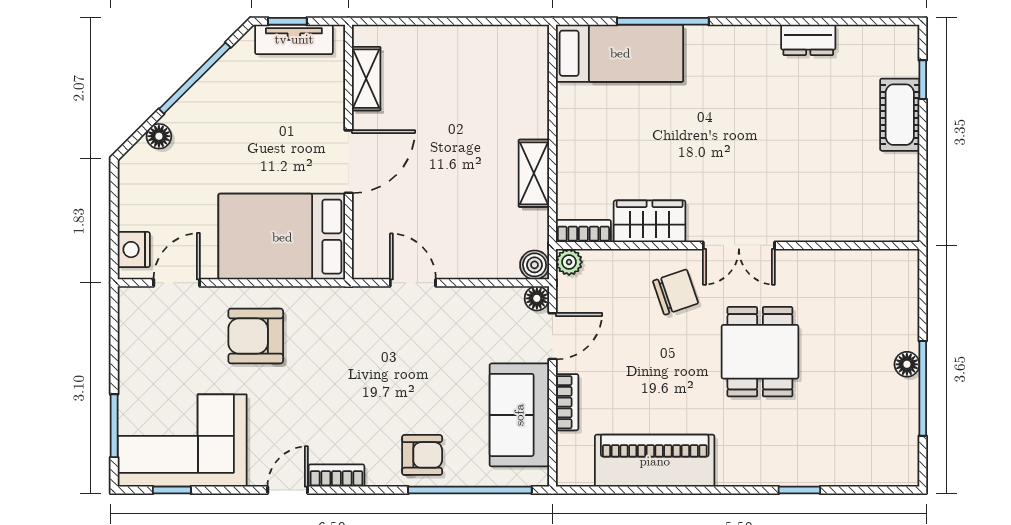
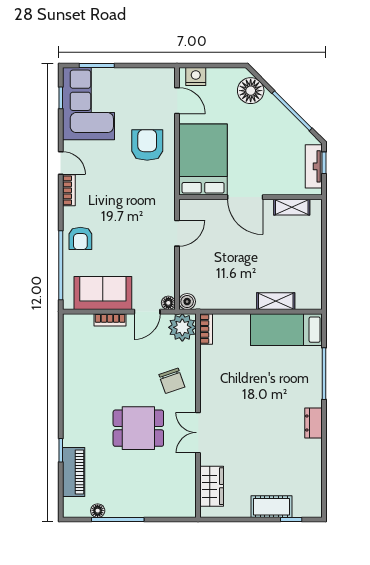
dresser: (808, 40) -> (314, 423), moved
bed: (620, 53) -> (286, 330), moved, turned 90
floor lamp: (159, 136) -> (251, 91), width x1.89, depth x1.89
shelving: (534, 173) -> (276, 301), moved
wardrobe: (650, 221) -> (212, 486), moved
double door: (739, 245) -> (198, 433), moved
plant: (569, 262) -> (182, 327), width x1.87, depth x1.87
door: (552, 336) -> (147, 312), hinge flipped
floor lamp: (907, 364) -> (98, 511), moved
piano: (655, 461) -> (74, 472), moved, width x0.73, depth x0.75

